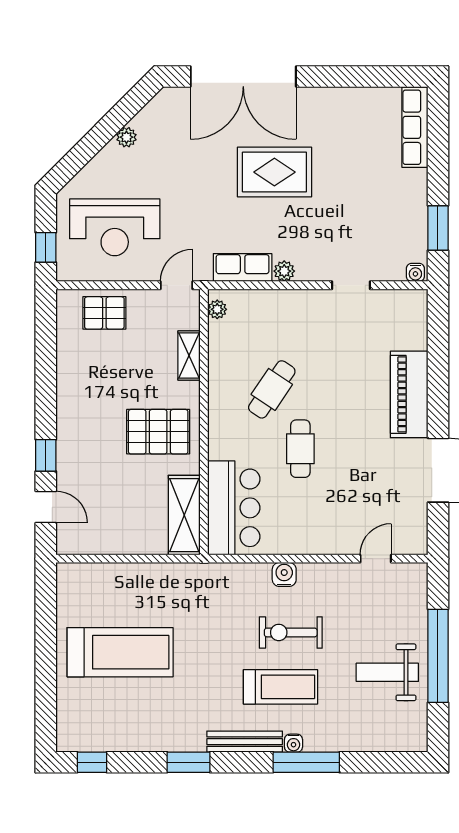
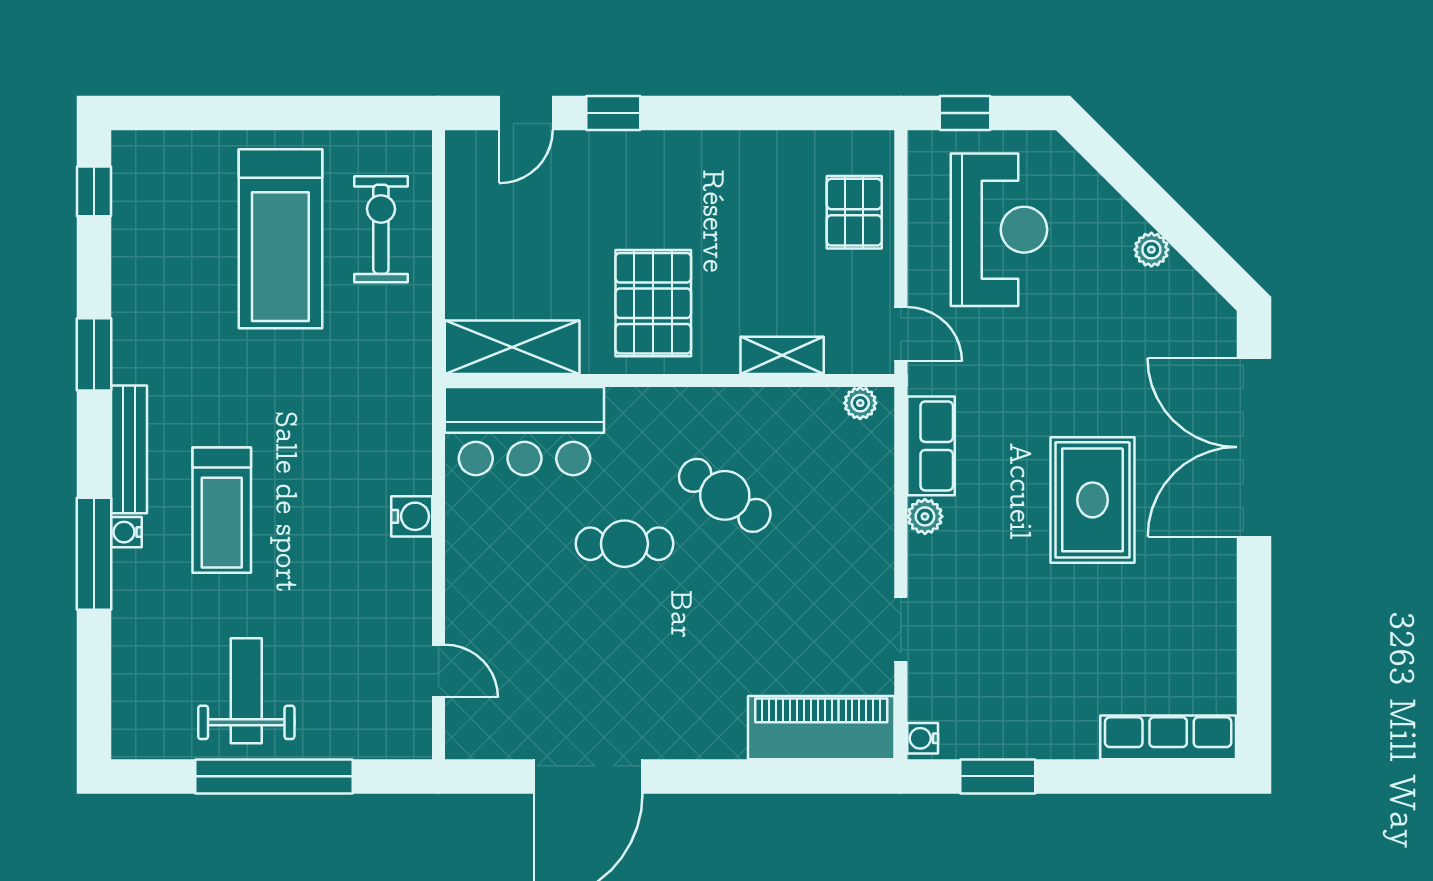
reception desk: (115, 227) -> (999, 230), turned 180
piano: (409, 394) -> (821, 728), moved
exercise bike: (291, 632) -> (381, 229), moved

